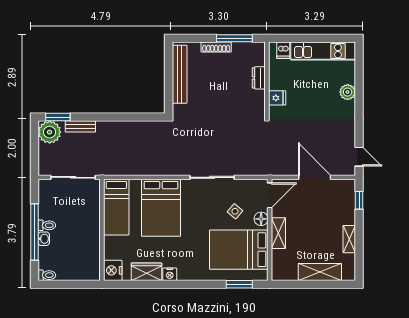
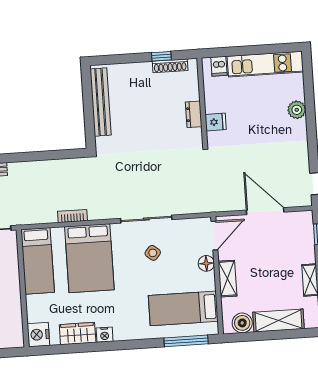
window: (234, 38) -> (161, 56), width x0.46
shoe rack: (216, 47) -> (170, 66), moved
dresser: (259, 78) -> (194, 114), moved
bookcase: (149, 171) -> (72, 216), added
side table: (235, 211) -> (153, 253), moved
bed: (239, 250) -> (183, 308), width x0.67
boiler: (289, 272) -> (242, 323), added
window: (239, 284) -> (186, 341), width x1.44

